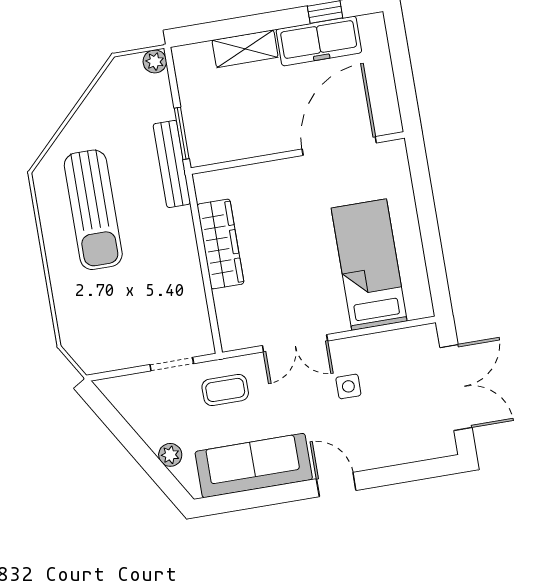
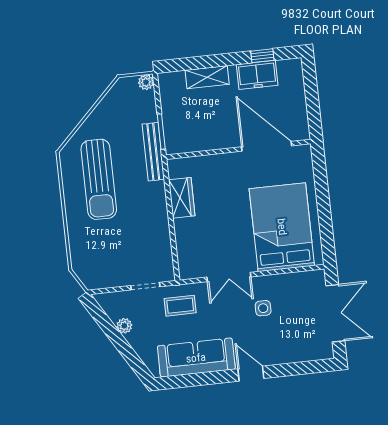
freezer: (319, 41) -> (257, 75), width x0.71
door: (339, 146) -> (267, 146), hinge flipped
wardrobe: (220, 244) -> (182, 198), width x0.67
bed: (369, 265) -> (282, 227), width x1.50
plant: (170, 455) -> (124, 326), moved

